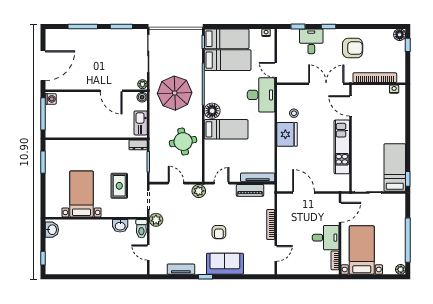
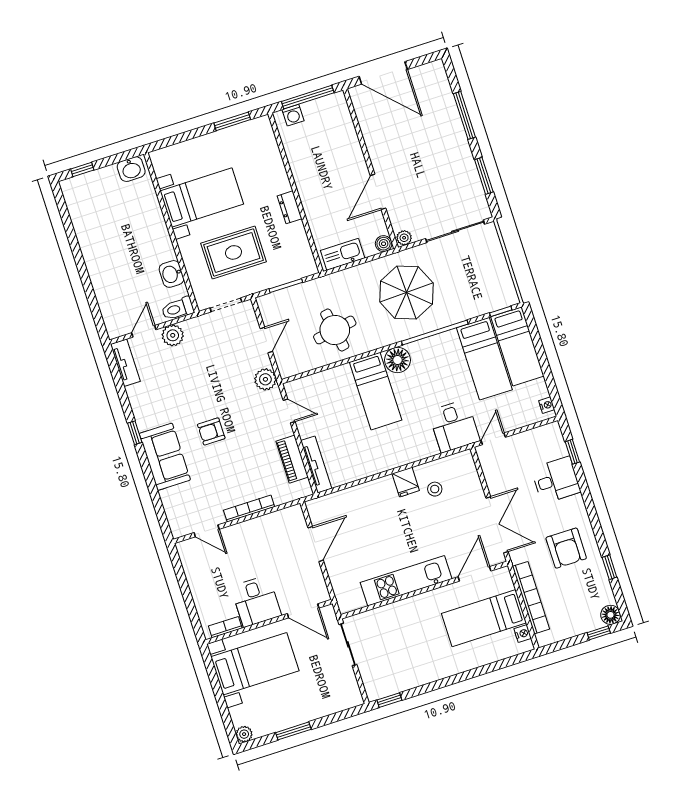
window: (328, 26) -> (609, 567), moved
desk: (261, 95) -> (454, 426), width x0.73
washing machine: (51, 99) -> (293, 115), moved
fridge: (287, 134) -> (406, 482), width x0.53, depth x0.75
dresser: (138, 145) -> (290, 207), moved
bed: (395, 167) -> (484, 618), moved, turned 180
rug: (119, 186) -> (234, 252), width x1.36, depth x1.43
plant: (156, 220) -> (173, 335), moved
window: (408, 240) -> (293, 731), width x0.47
tv unit: (181, 269) -> (125, 363), moved

